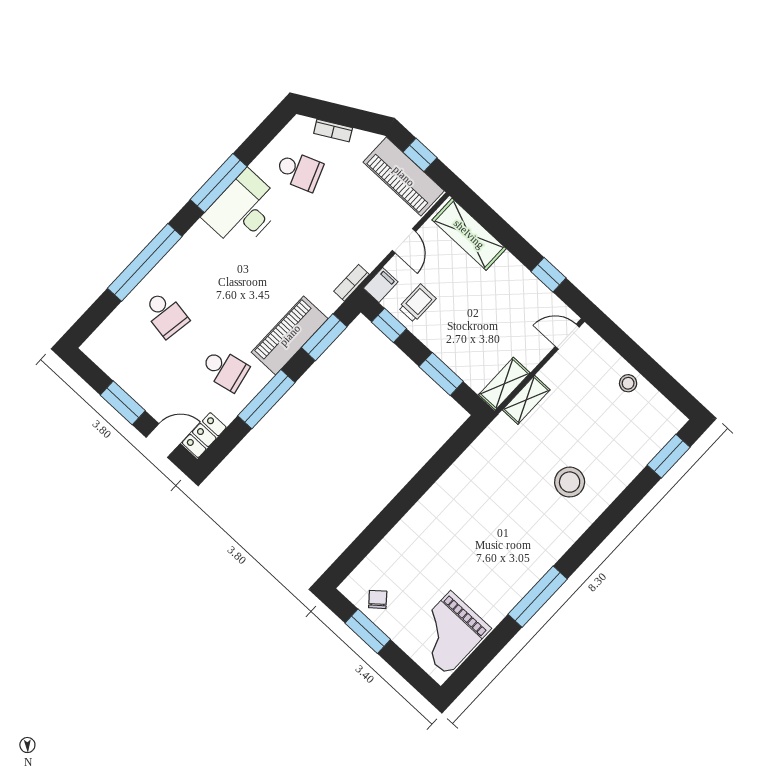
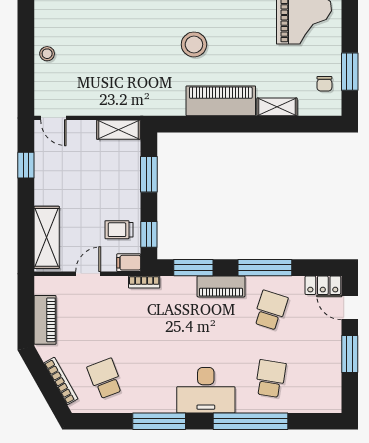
bookcase: (333, 131) -> (61, 381), width x1.56
window: (420, 155) -> (26, 313), removed
piano: (404, 176) -> (45, 320), width x0.73, depth x0.75
desk: (243, 210) -> (206, 390), moved
piano: (290, 335) -> (221, 286), width x0.73, depth x0.75
school desk: (225, 369) -> (270, 310), turned 30
shelving: (526, 400) -> (277, 107), moved
stool: (570, 482) -> (194, 44), moved
piano: (447, 496) -> (221, 101), added
chair: (378, 599) -> (324, 84), turned -50

